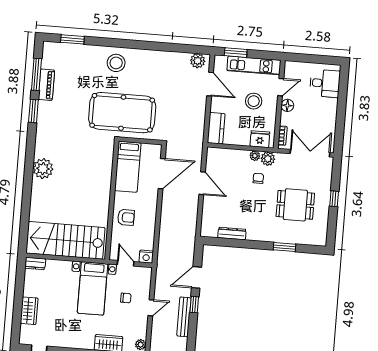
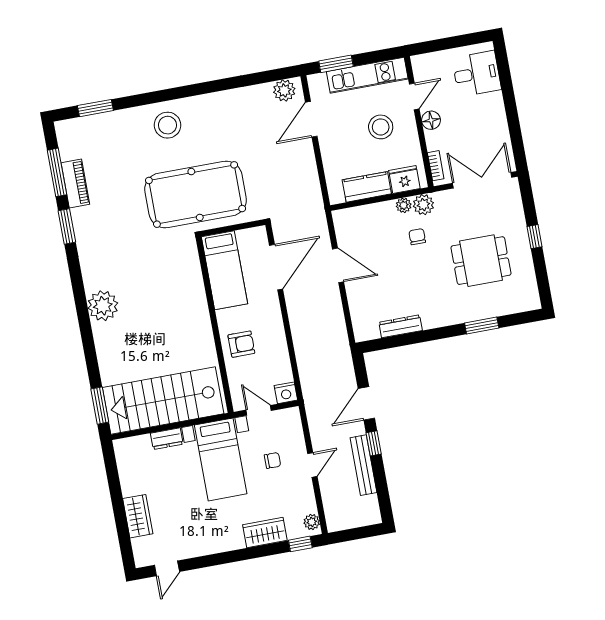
door: (210, 84) -> (311, 119), swing flipped
kitchen counter: (216, 128) -> (367, 187), moved, turned -90
window: (24, 233) -> (100, 406), added
dresser: (35, 264) -> (167, 439), moved

